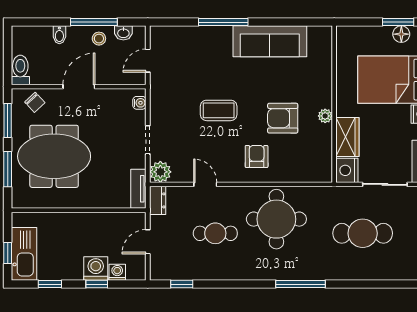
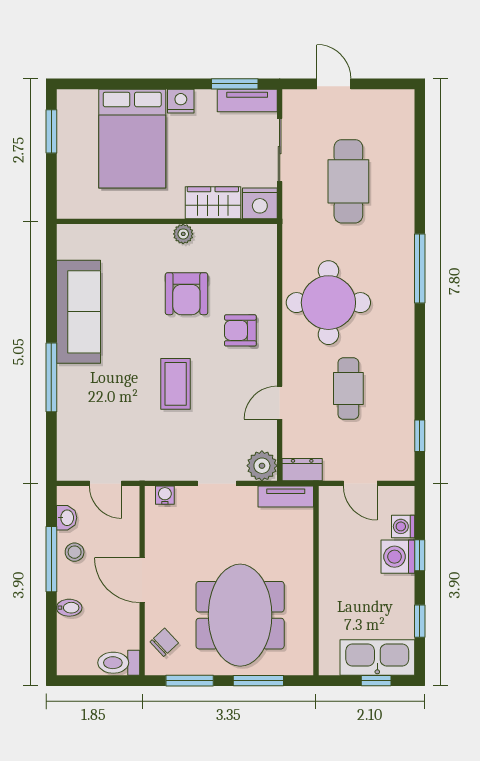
floor lamp: (401, 34) -> (68, 127), removed

